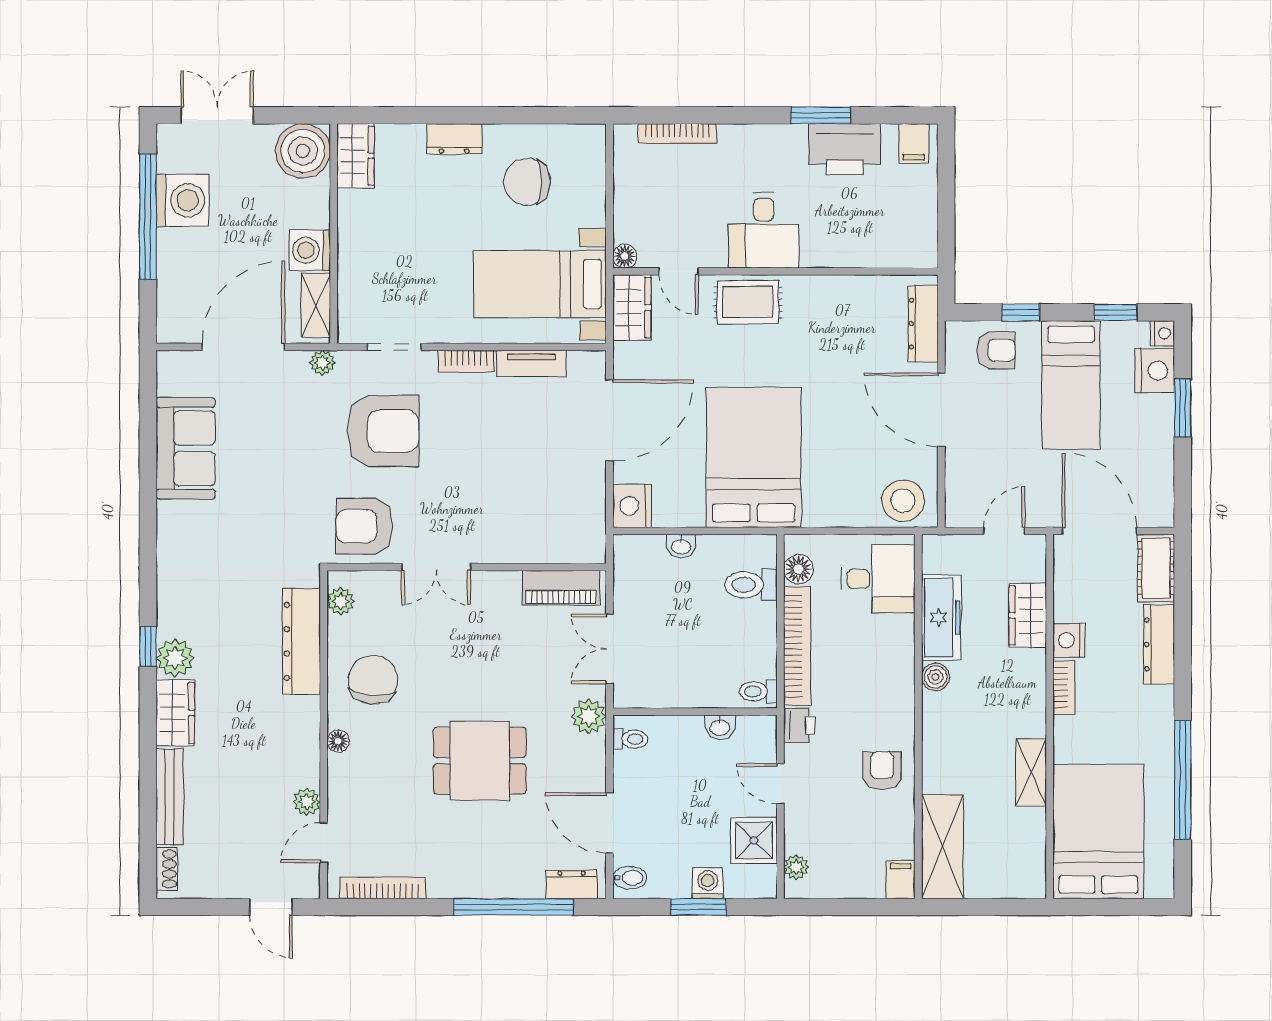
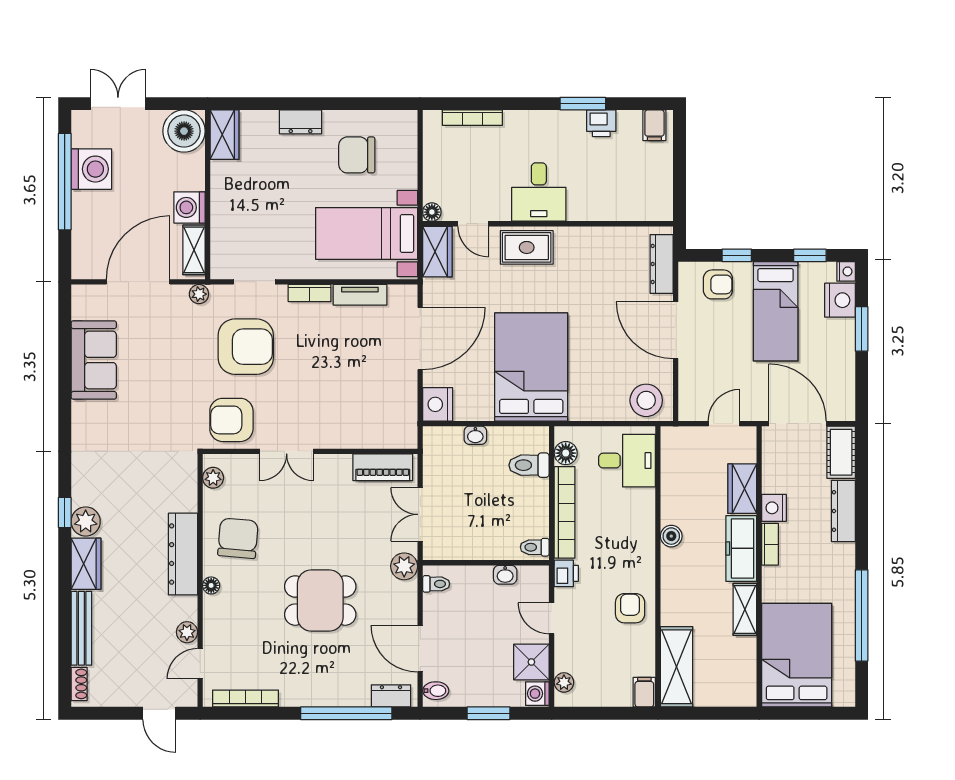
printer: (845, 149) -> (601, 123), width x0.53, depth x0.68
freezer: (941, 618) -> (741, 548), moved, turned 180
dresser: (301, 641) -> (183, 554), moved
washing machine: (708, 883) -> (537, 694), moved, turned -90

